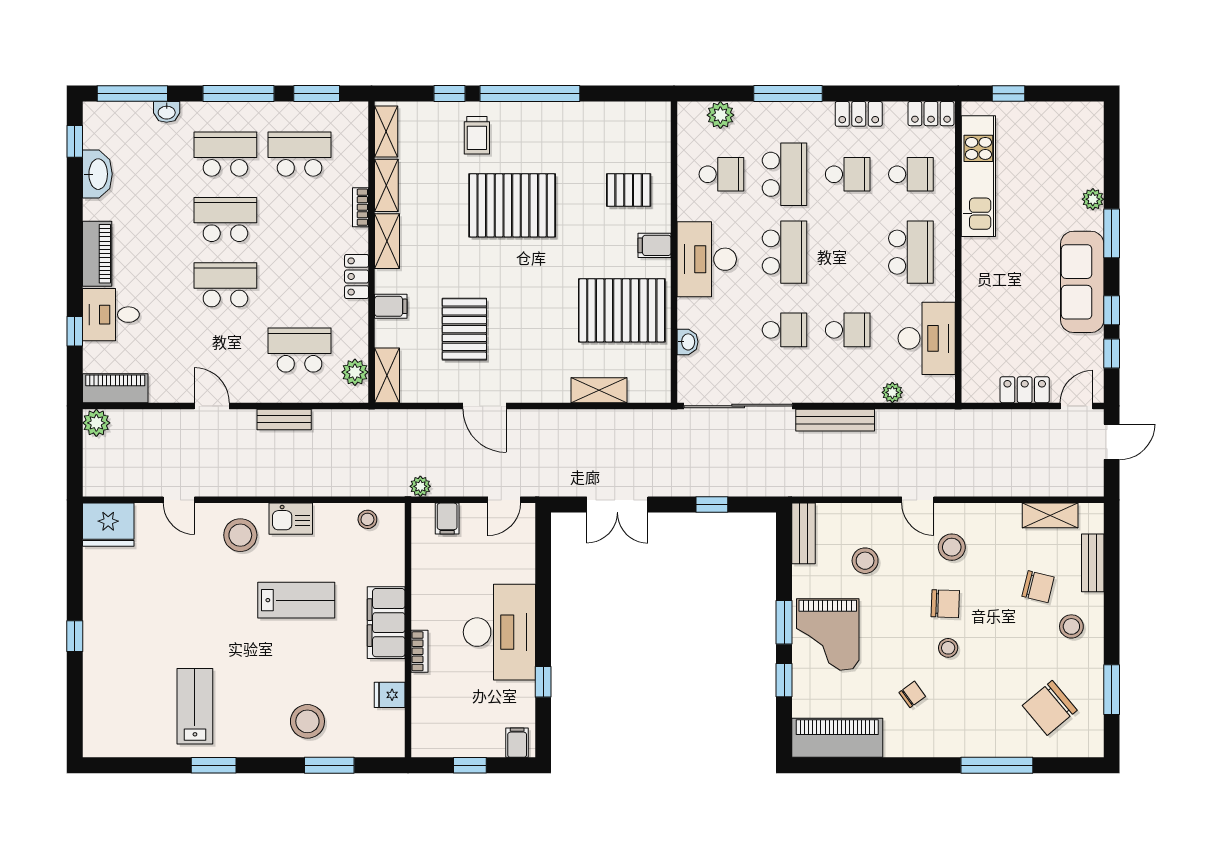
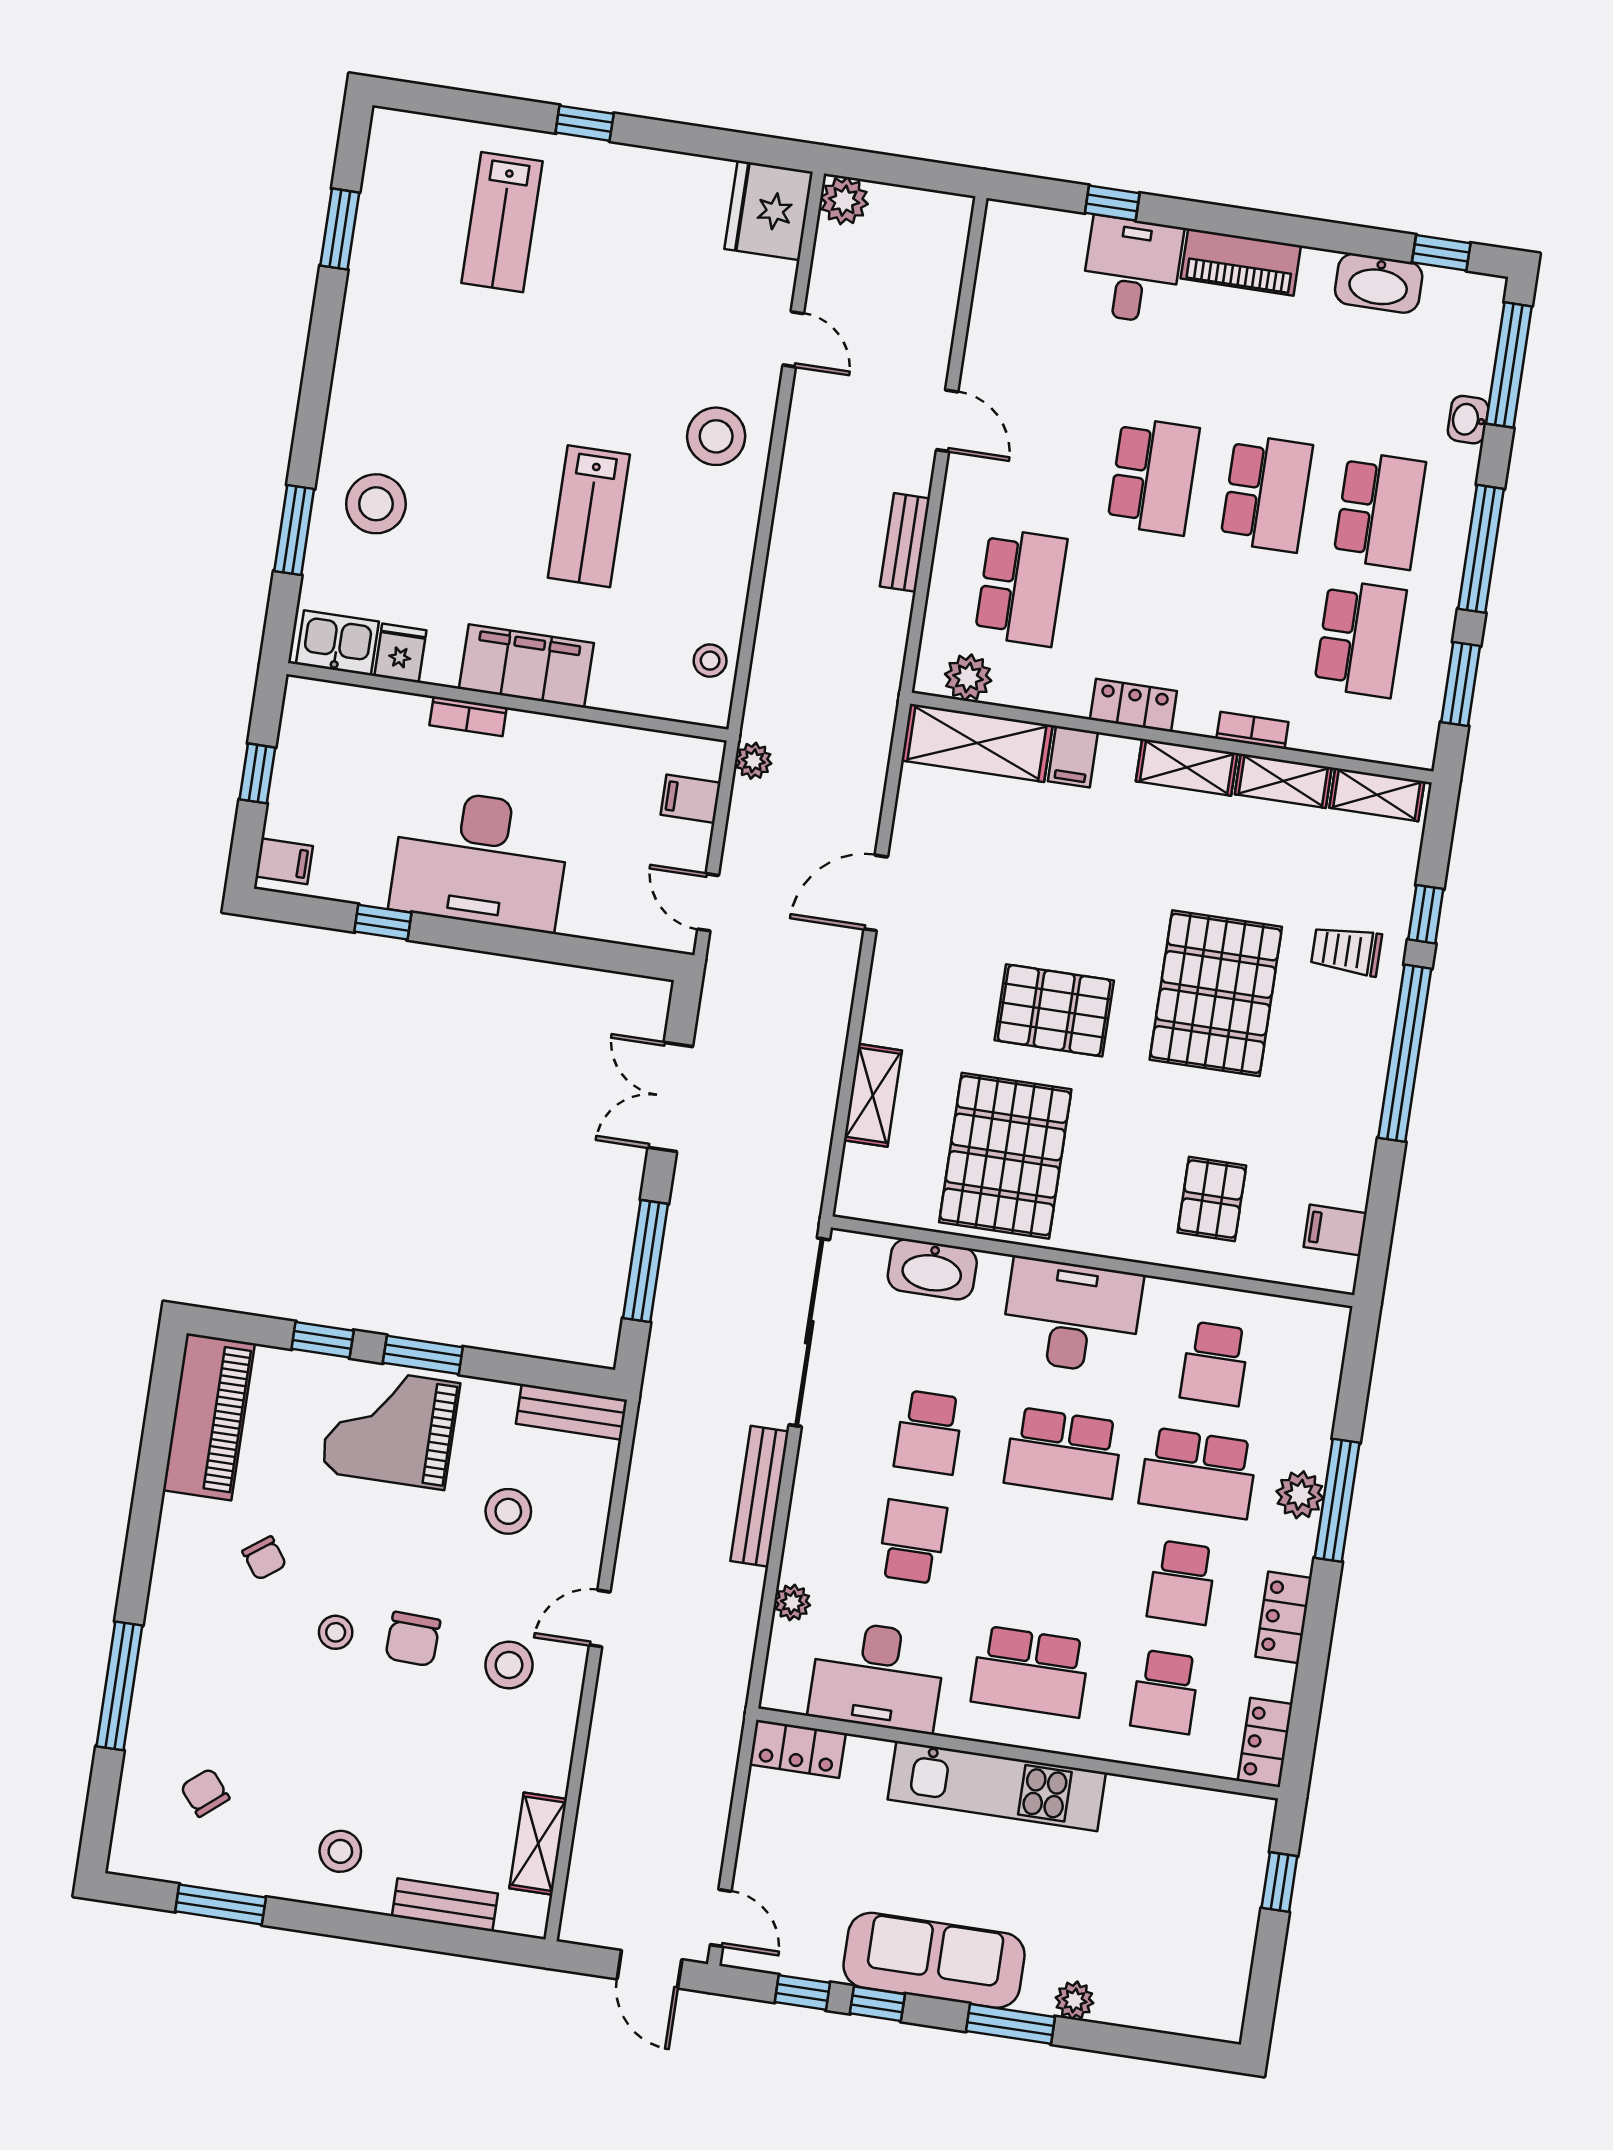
plant: (720, 115) -> (1300, 1495), moved
kitchen unit: (978, 176) -> (997, 1786), moved
filing cabinet: (654, 245) -> (1335, 1230), moved, turned -90
pallet: (464, 329) -> (1054, 1010), moved
school desk: (848, 330) -> (912, 1542), turned 180
washbasin: (688, 342) -> (932, 1269), width x1.91, depth x1.45
shelving: (387, 375) -> (977, 743), width x1.50, depth x1.33
piano: (115, 388) -> (1003, 258), removed
locker: (1025, 390) -> (798, 1749), moved, turned 90
door: (212, 406) -> (947, 421), hinge flipped
plant: (96, 423) -> (844, 201), moved
door: (179, 500) -> (793, 339), swing flipped
window: (712, 505) -> (645, 1261), width x2.17
kitchen sink: (291, 519) -> (337, 643), moved, turned 90
chair: (1038, 587) -> (418, 1804), removed
lab bench: (195, 706) -> (502, 222), moved, turned 90
chair: (1050, 708) -> (205, 1793), width x0.54, depth x0.54
window: (214, 765) -> (340, 229), moved

